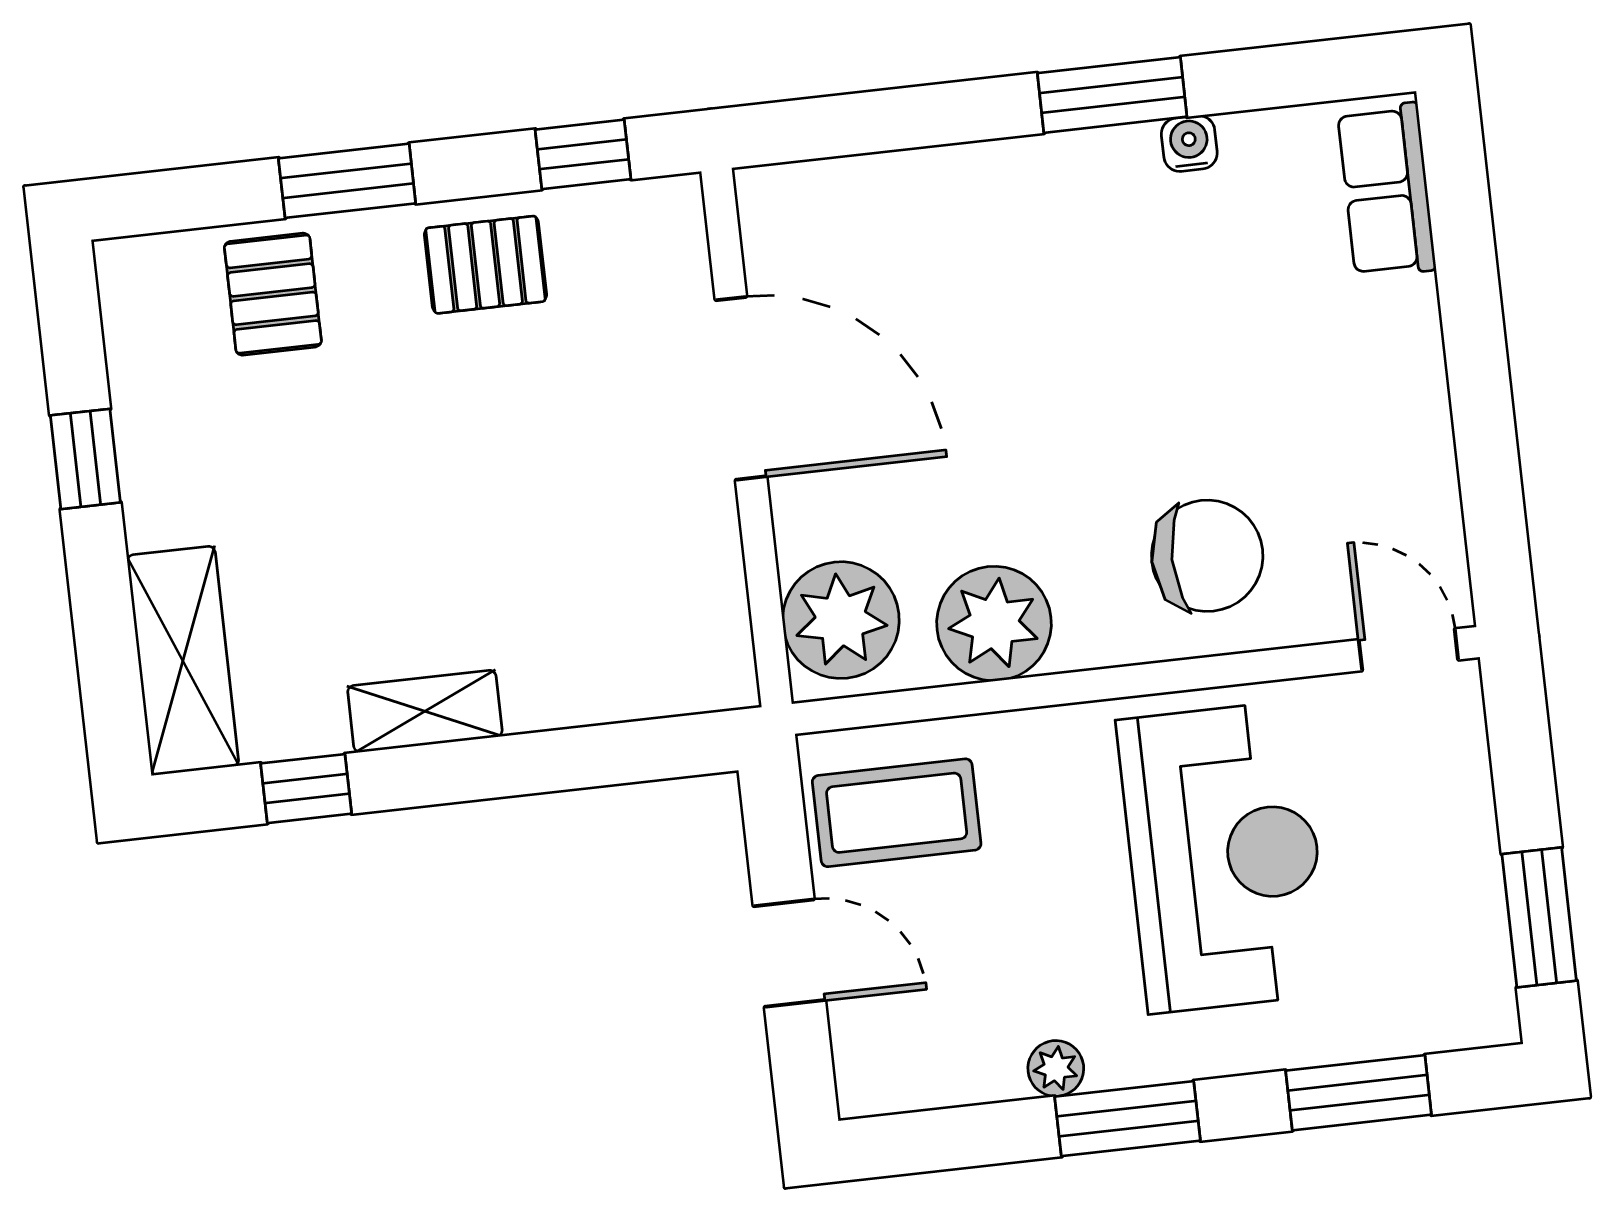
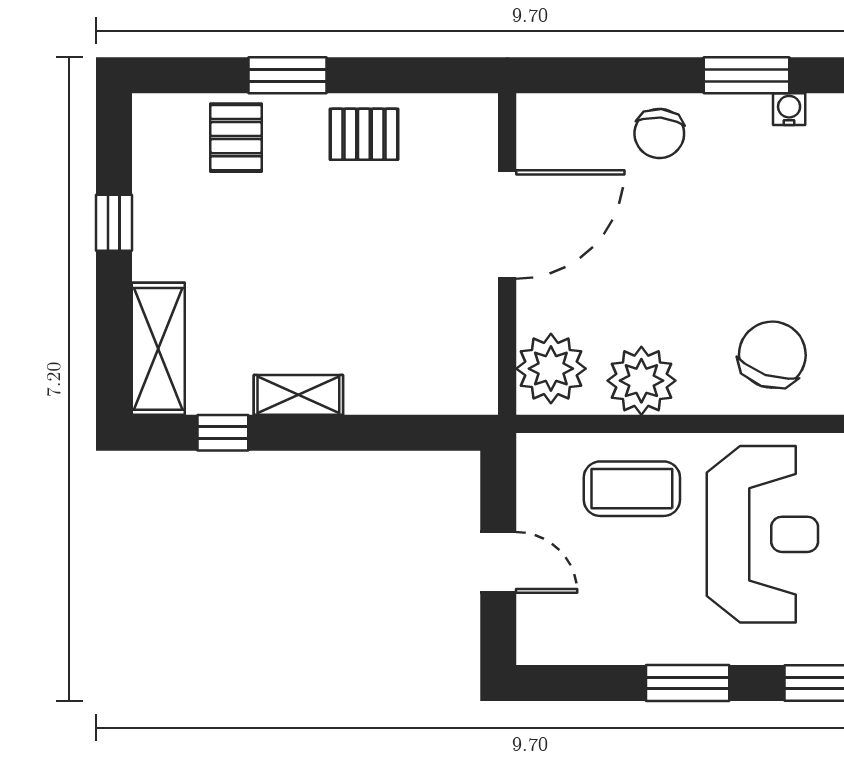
window: (583, 154) -> (429, 75), removed
chair: (978, 208) -> (659, 133), added
door: (741, 388) -> (507, 224), hinge flipped
chair: (1207, 556) -> (772, 355), turned -71
coffee table: (897, 813) -> (632, 489), moved
plant: (1056, 1068) -> (648, 648), removed

